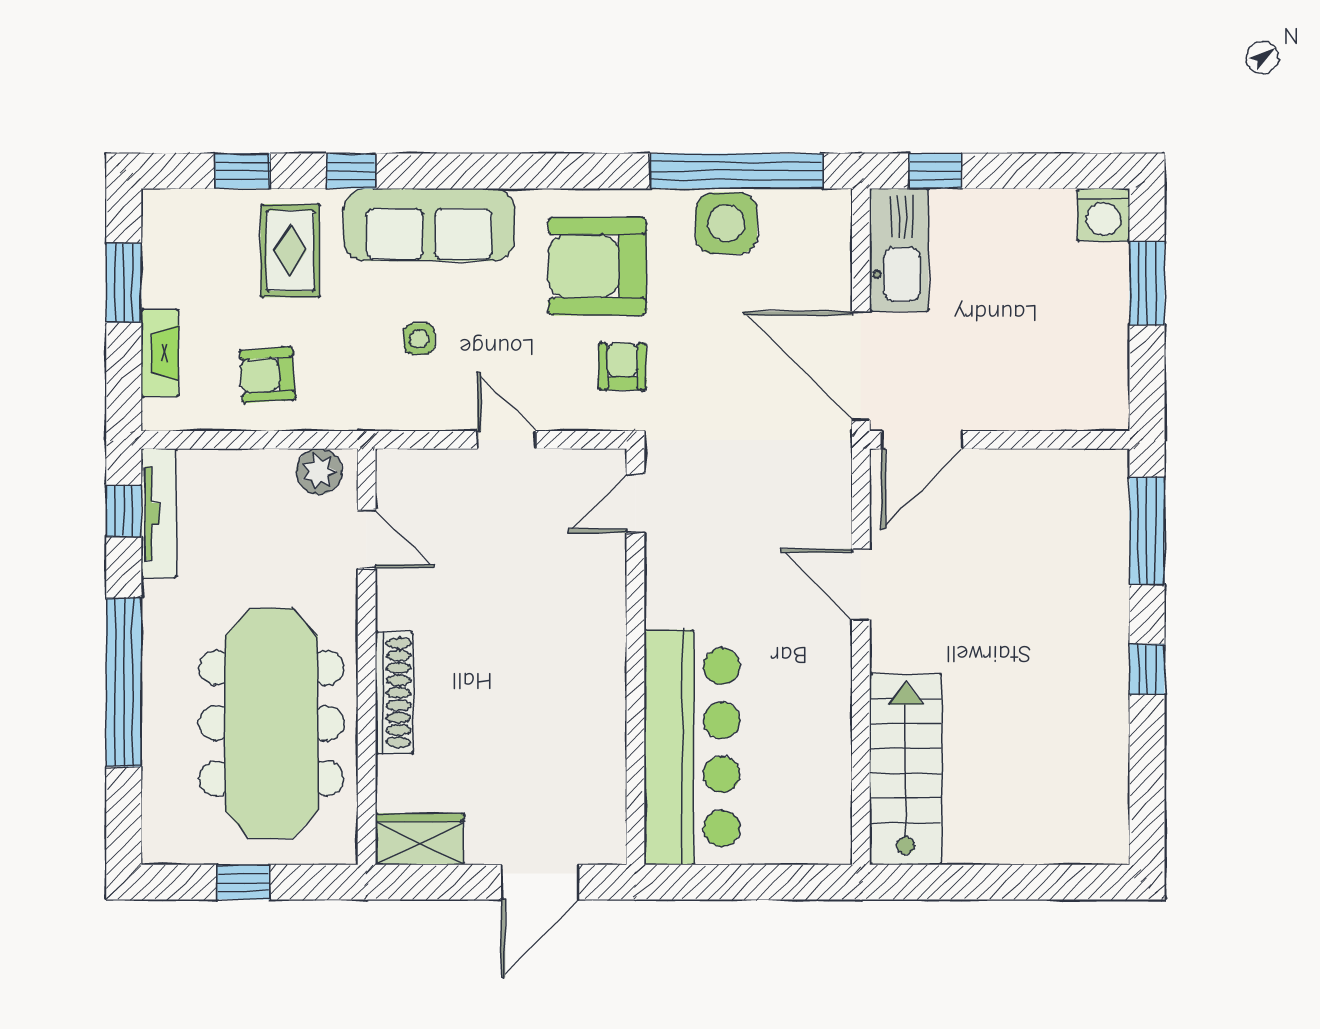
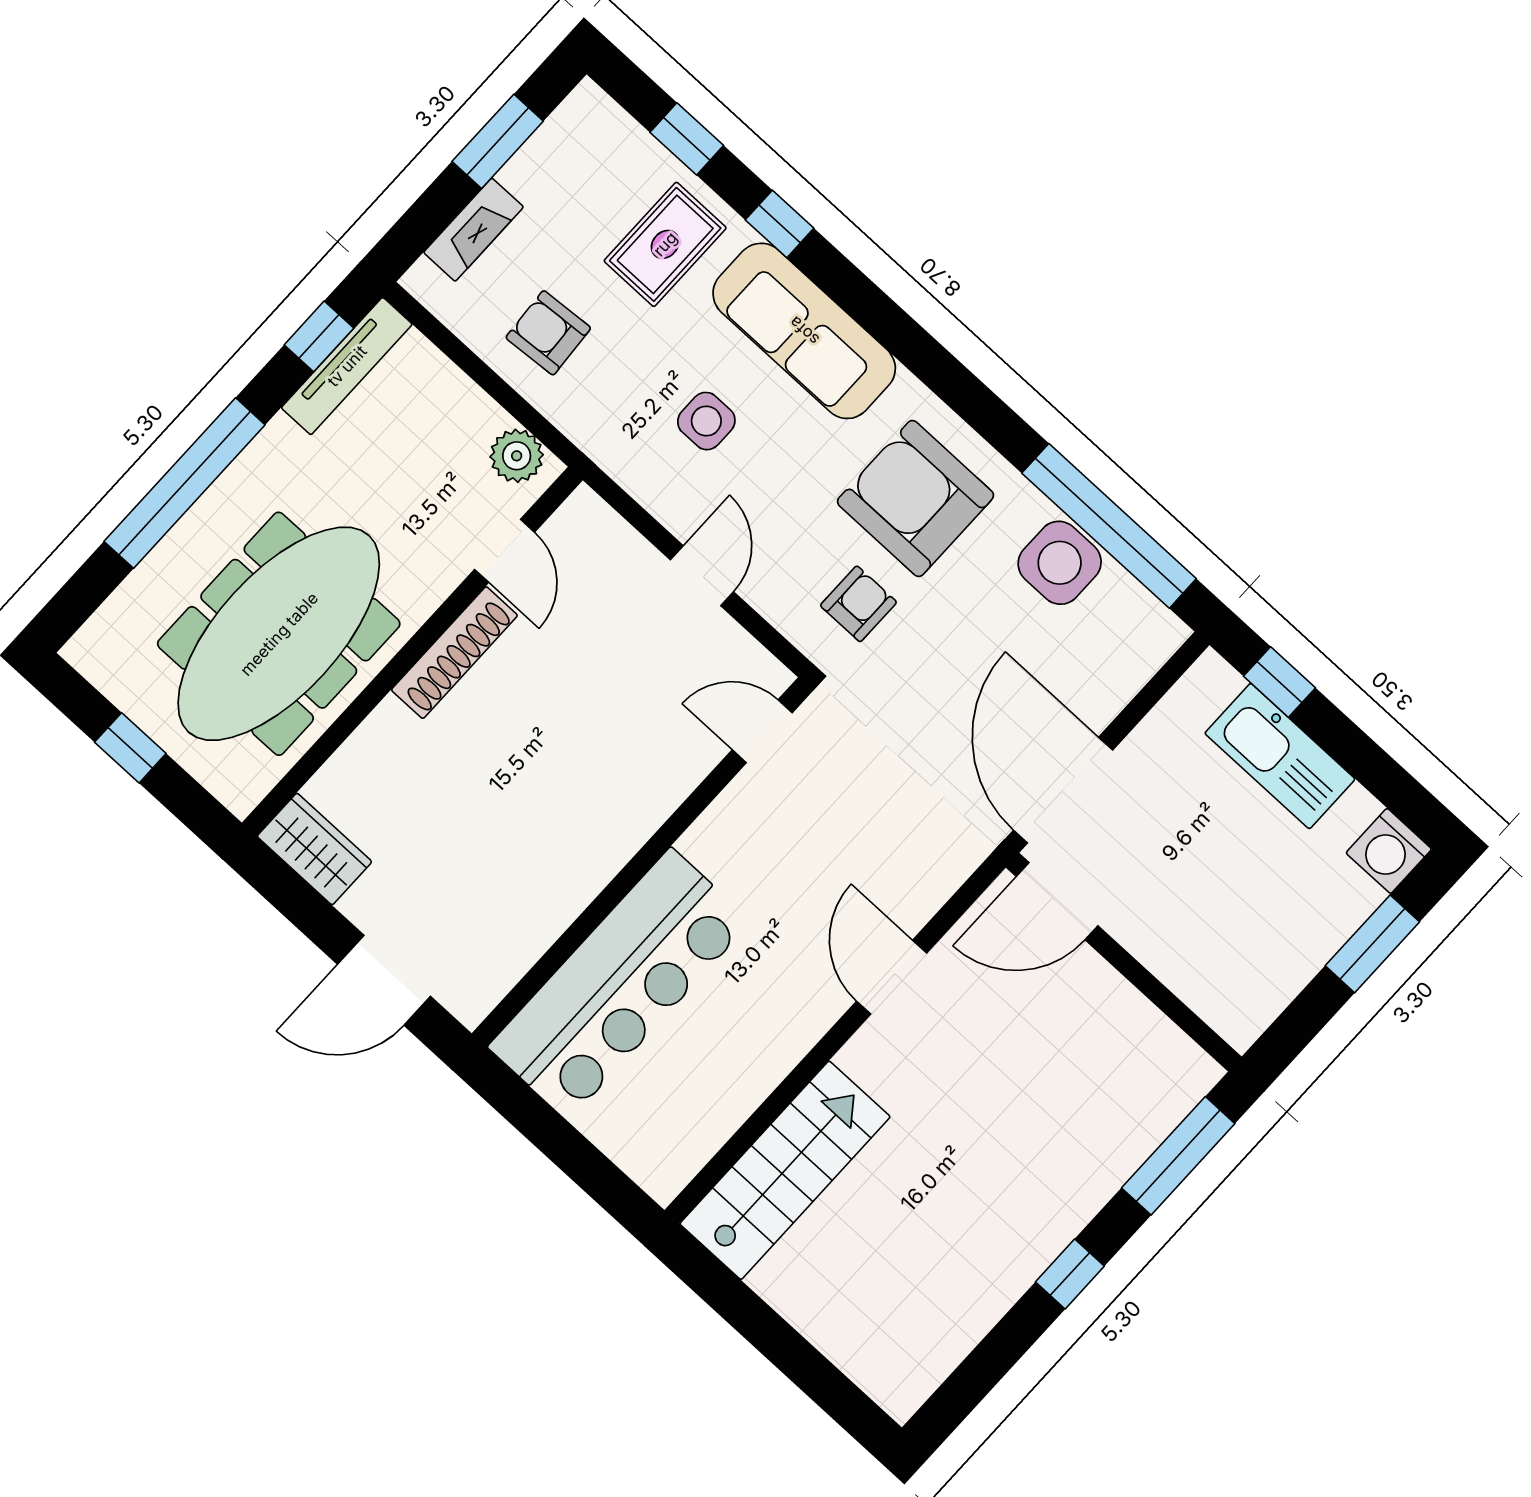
kitchen sink: (899, 250) -> (1280, 756), moved, turned 90
side table: (419, 339) -> (706, 421), width x1.37, depth x1.37
shoe rack: (394, 693) -> (454, 653), moved

